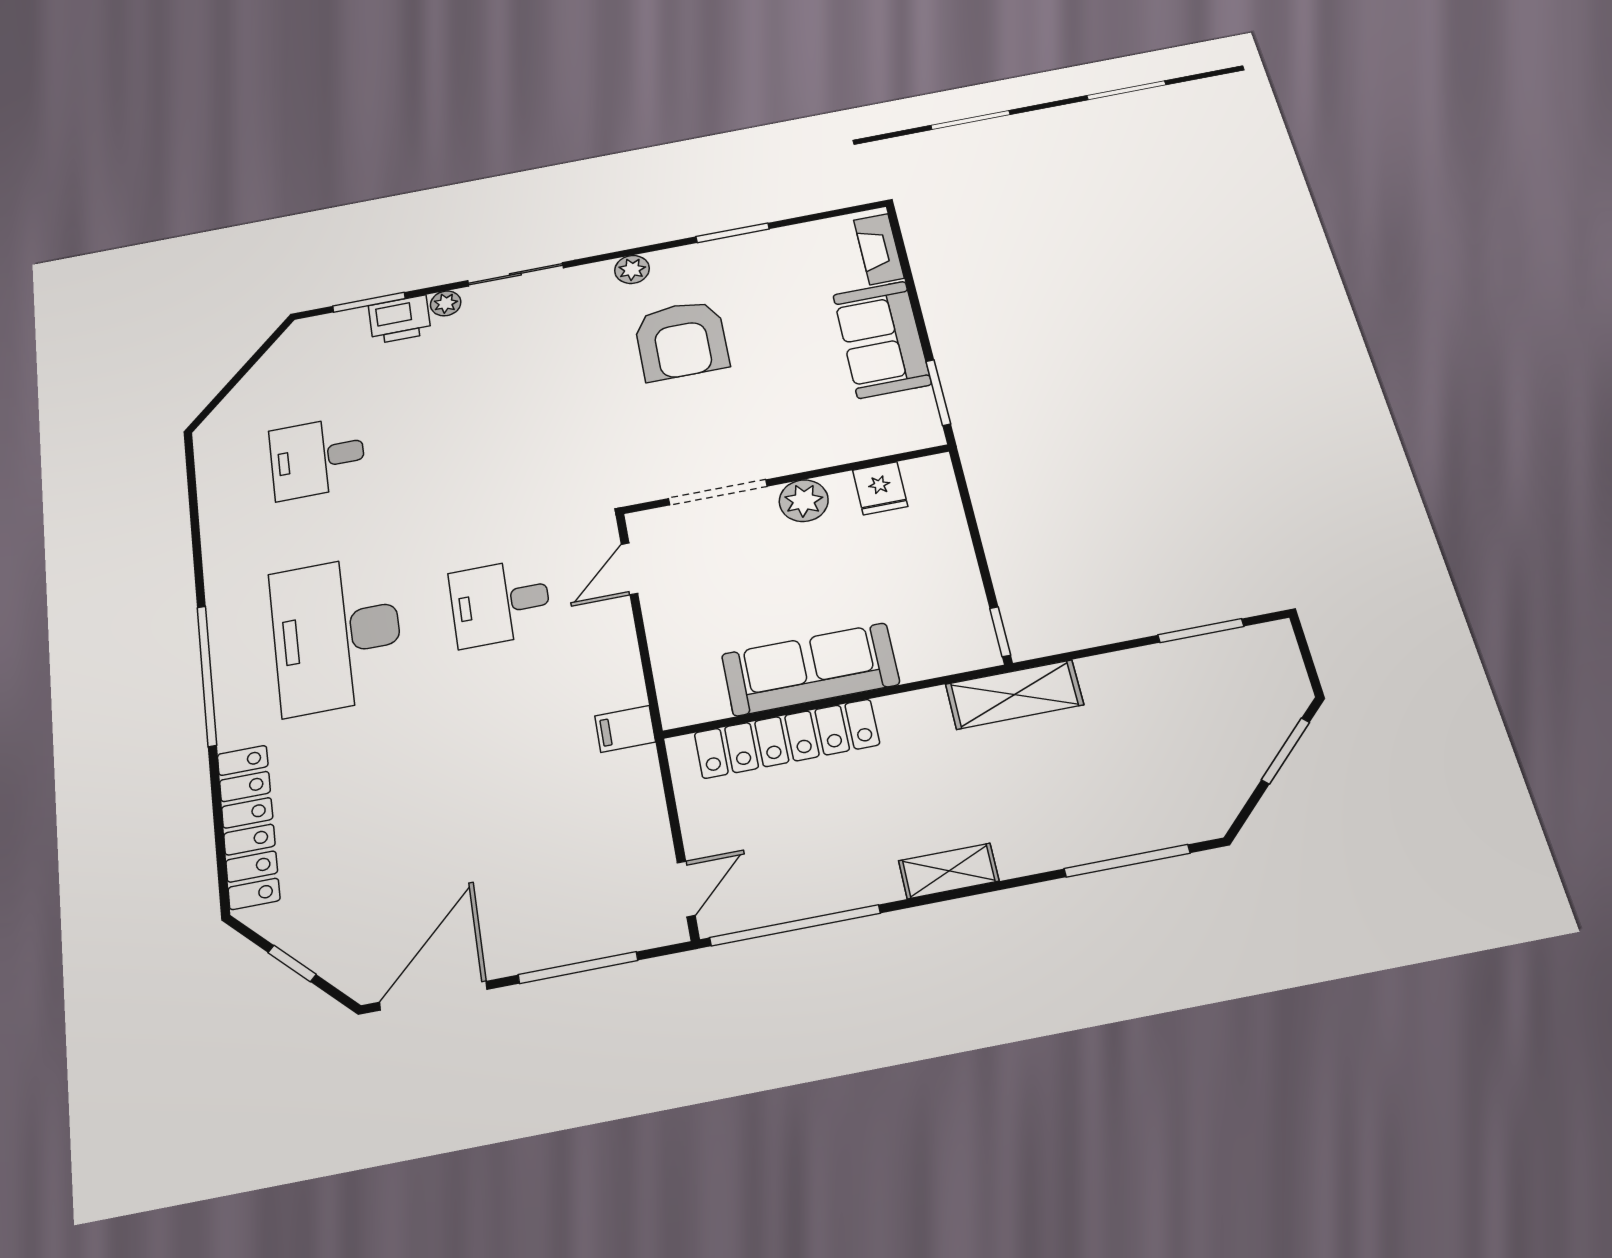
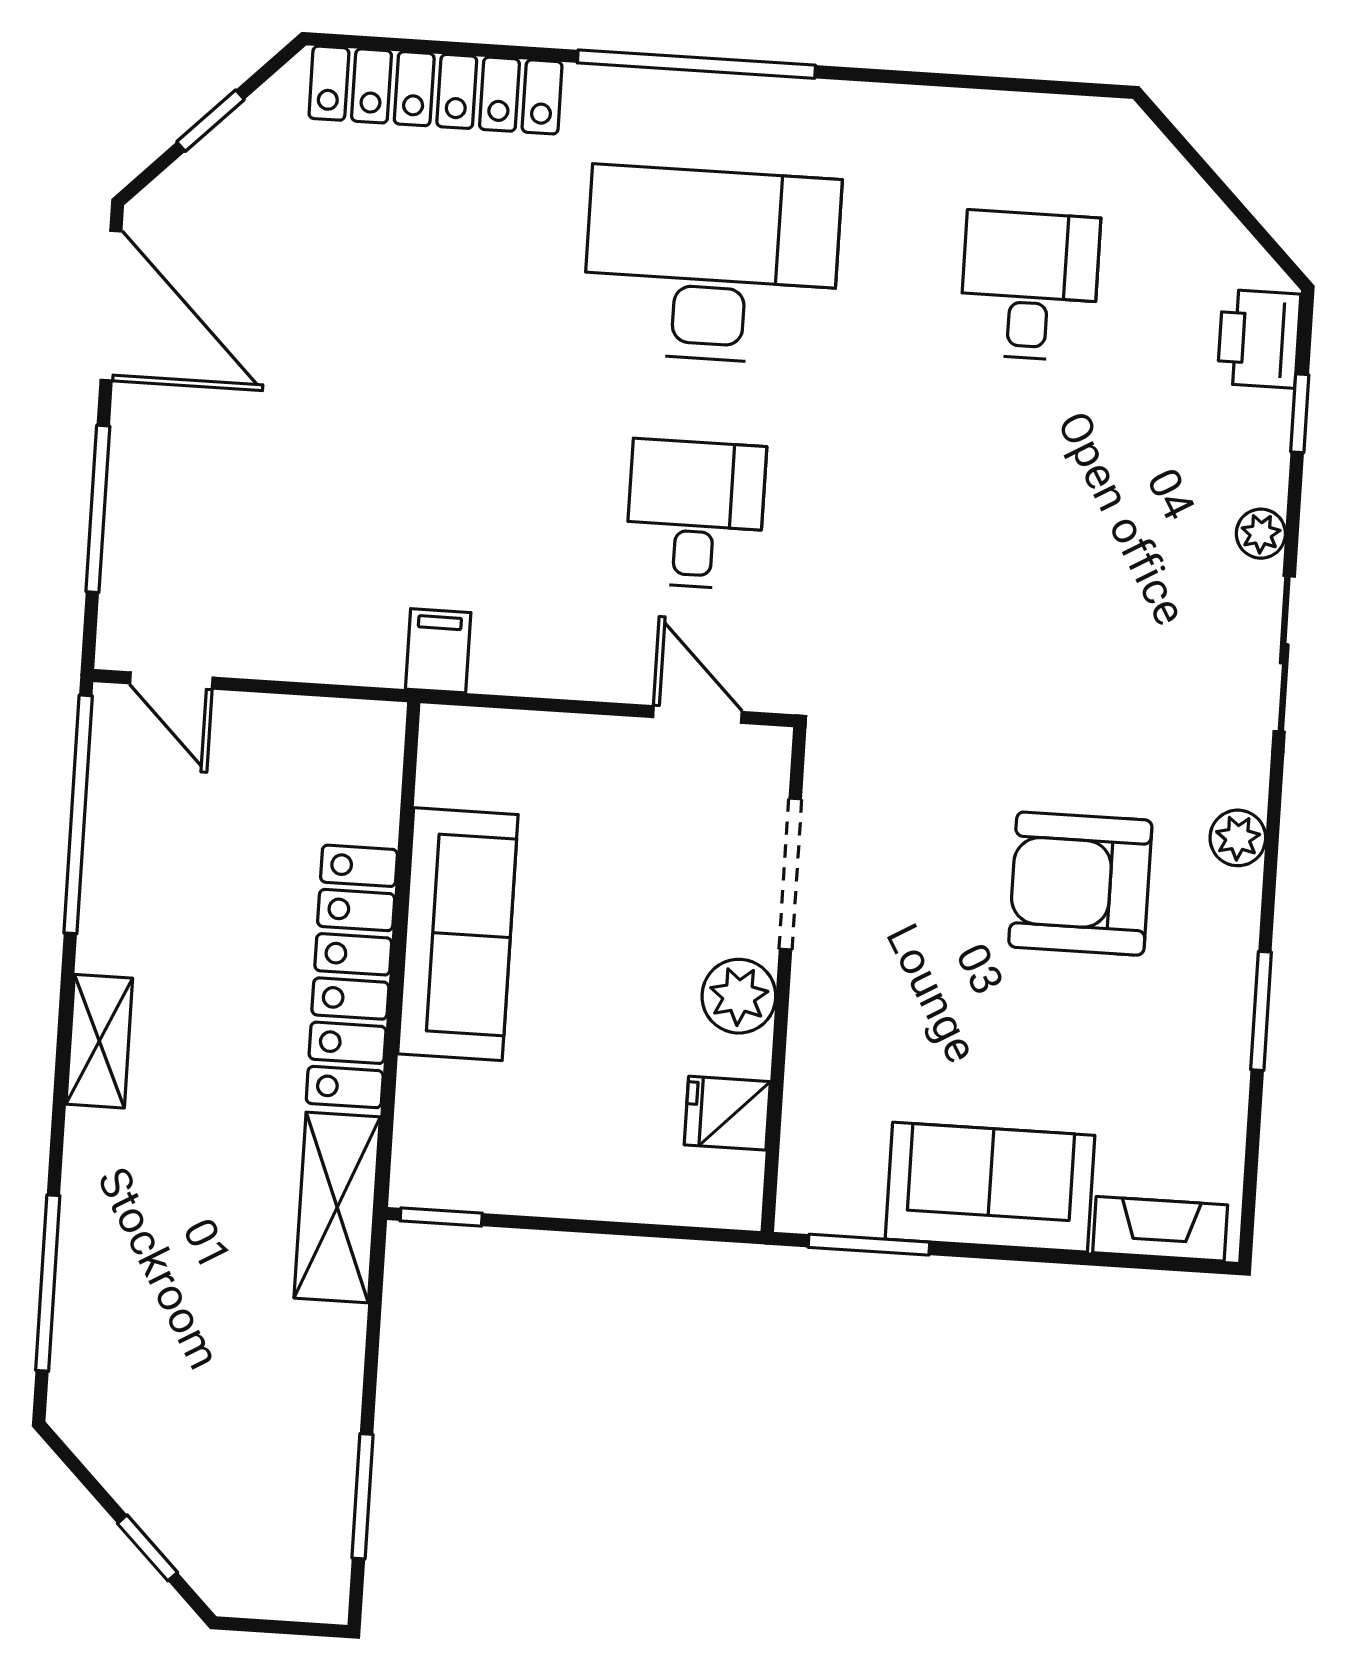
window: (369, 302) -> (1300, 413), width x0.67
printer: (400, 320) -> (1259, 339), moved
locker: (787, 739) -> (352, 976), moved
window: (1286, 751) -> (148, 1548), width x0.67

